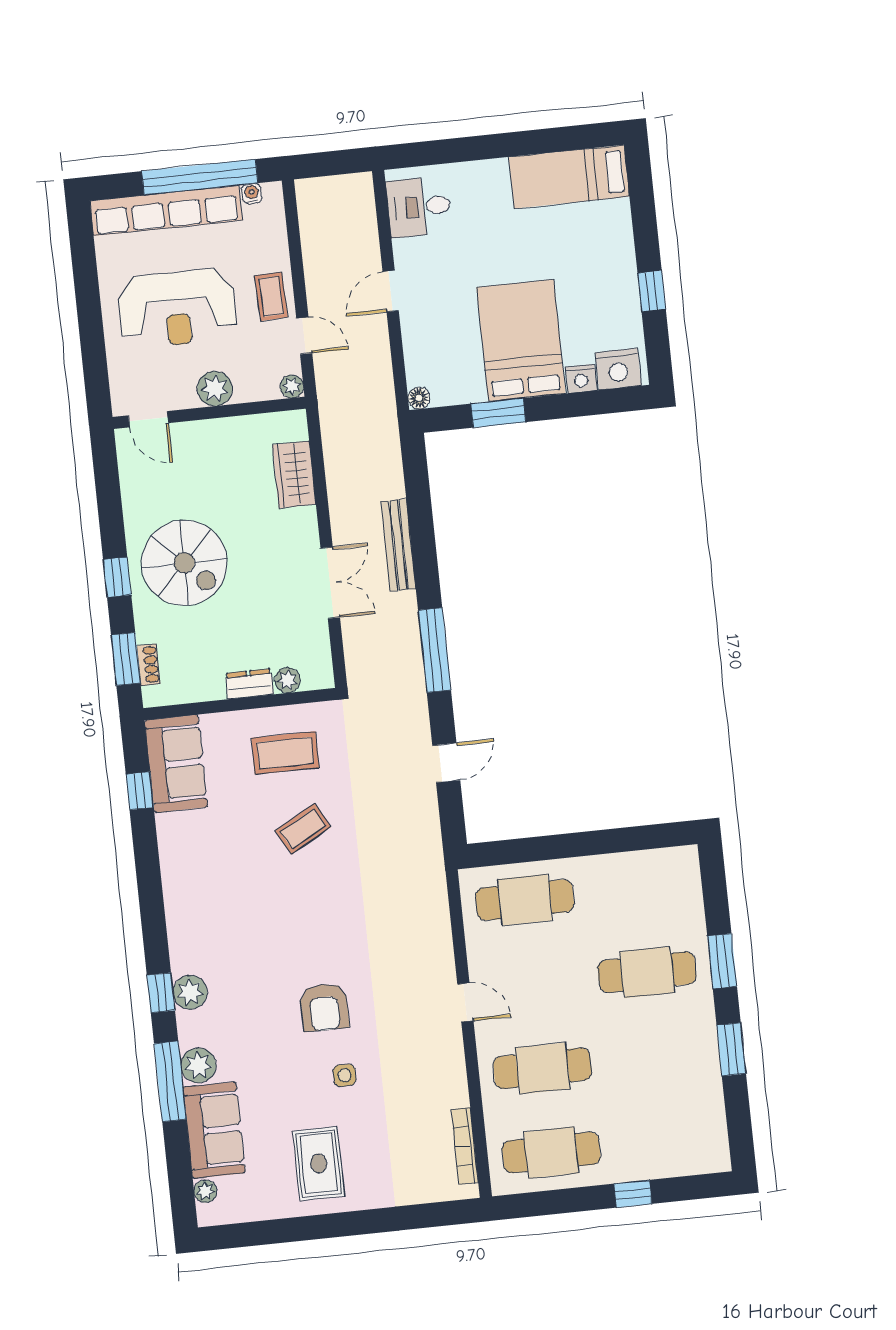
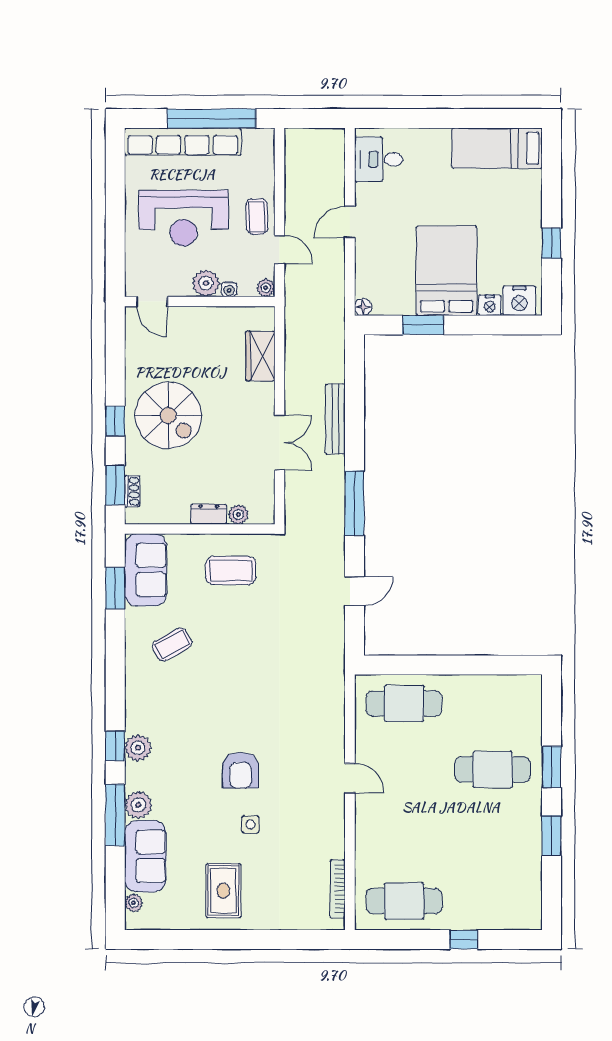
water cooler: (252, 194) -> (229, 289), moved, turned 180
window: (140, 791) -> (115, 588), width x1.50
coffee table: (303, 829) -> (172, 644), moved
cafe table: (542, 1068) -> (404, 835), removed

